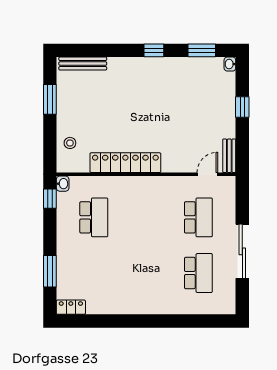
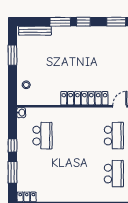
window: (120, 50) -> (60, 22), added
locker: (125, 163) -> (84, 98), moved
window: (50, 199) -> (12, 145), moved

